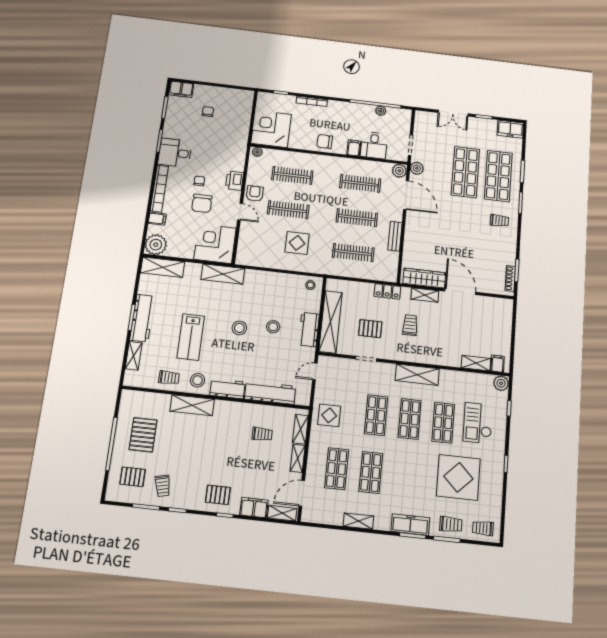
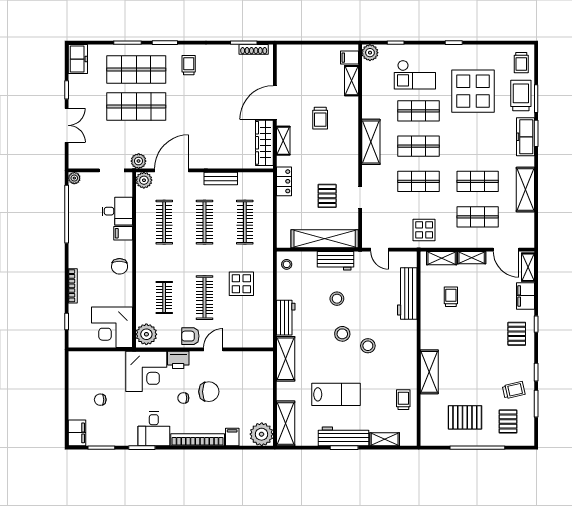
plant: (381, 111) -> (74, 178), moved
plant: (257, 152) -> (146, 334), width x1.88, depth x1.88
clothes rail: (292, 175) -> (164, 298), width x0.73
corner desk: (215, 244) -> (146, 371), moved, turned -90
trolley: (410, 325) -> (320, 118), moved, turned -90
lab bench: (191, 337) -> (336, 394), moved
stool: (198, 380) -> (368, 346), moved
workbench: (228, 389) -> (286, 318), moved, turned 180
shelving: (358, 521) -> (525, 190), width x1.50, depth x1.33
trolley: (451, 524) -> (521, 96), width x1.36, depth x1.39

